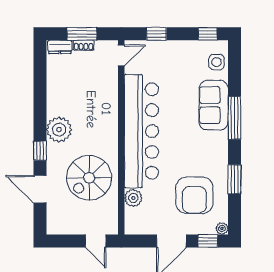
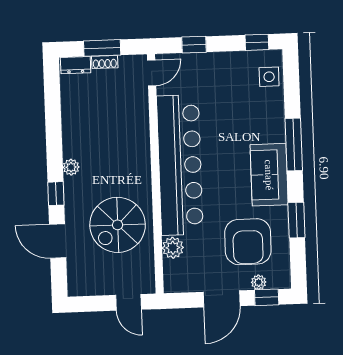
sofa: (214, 105) -> (269, 175), moved
plant: (59, 130) -> (71, 167), width x0.53, depth x0.53
plant: (222, 228) -> (259, 282), moved

